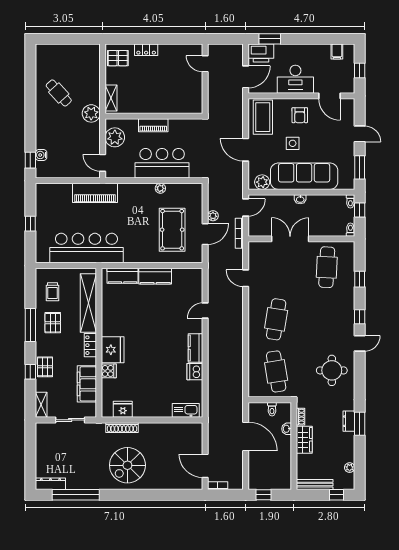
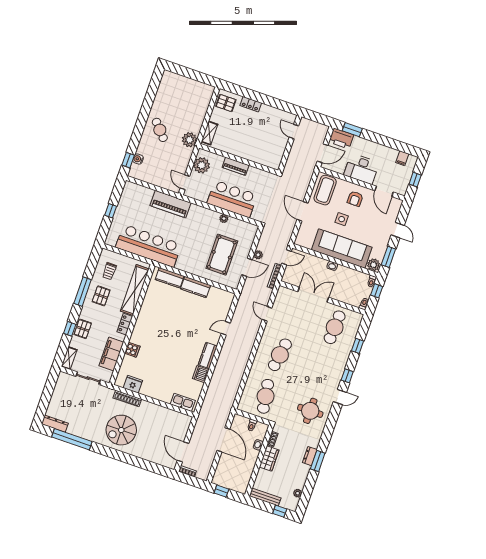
cafe table: (59, 93) -> (160, 130), moved
plant: (262, 182) -> (374, 265), moved
fridge: (113, 350) -> (141, 334), removed

